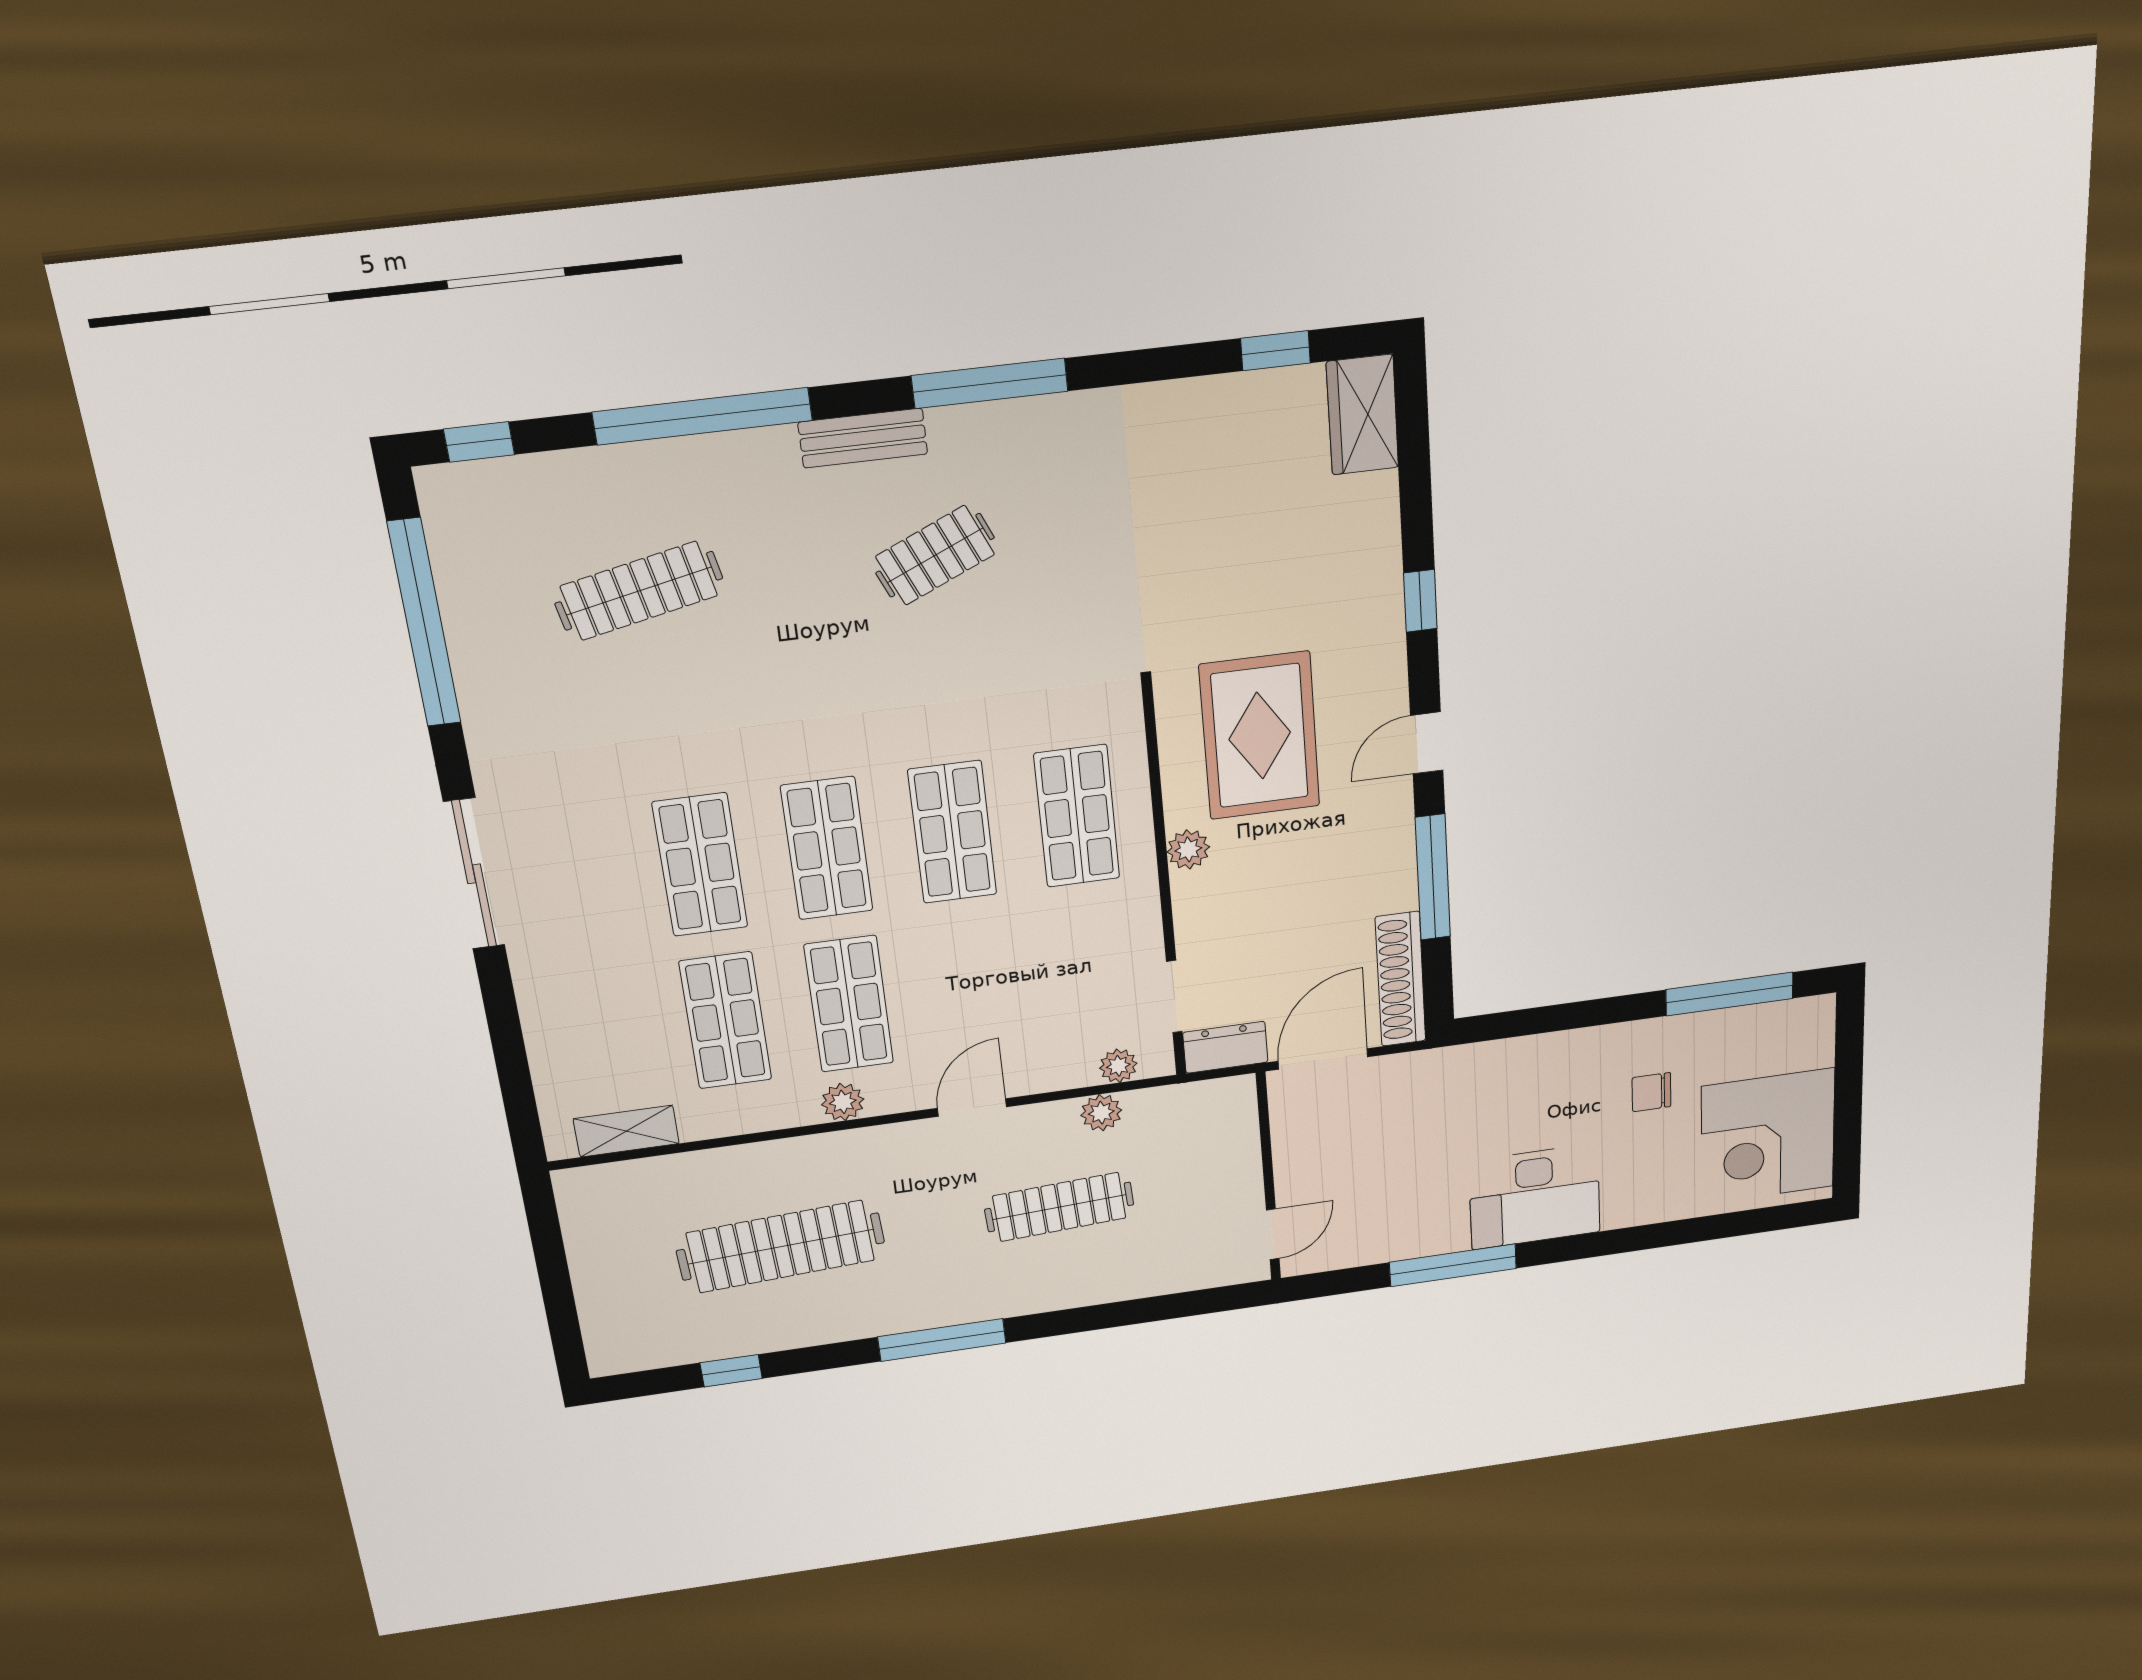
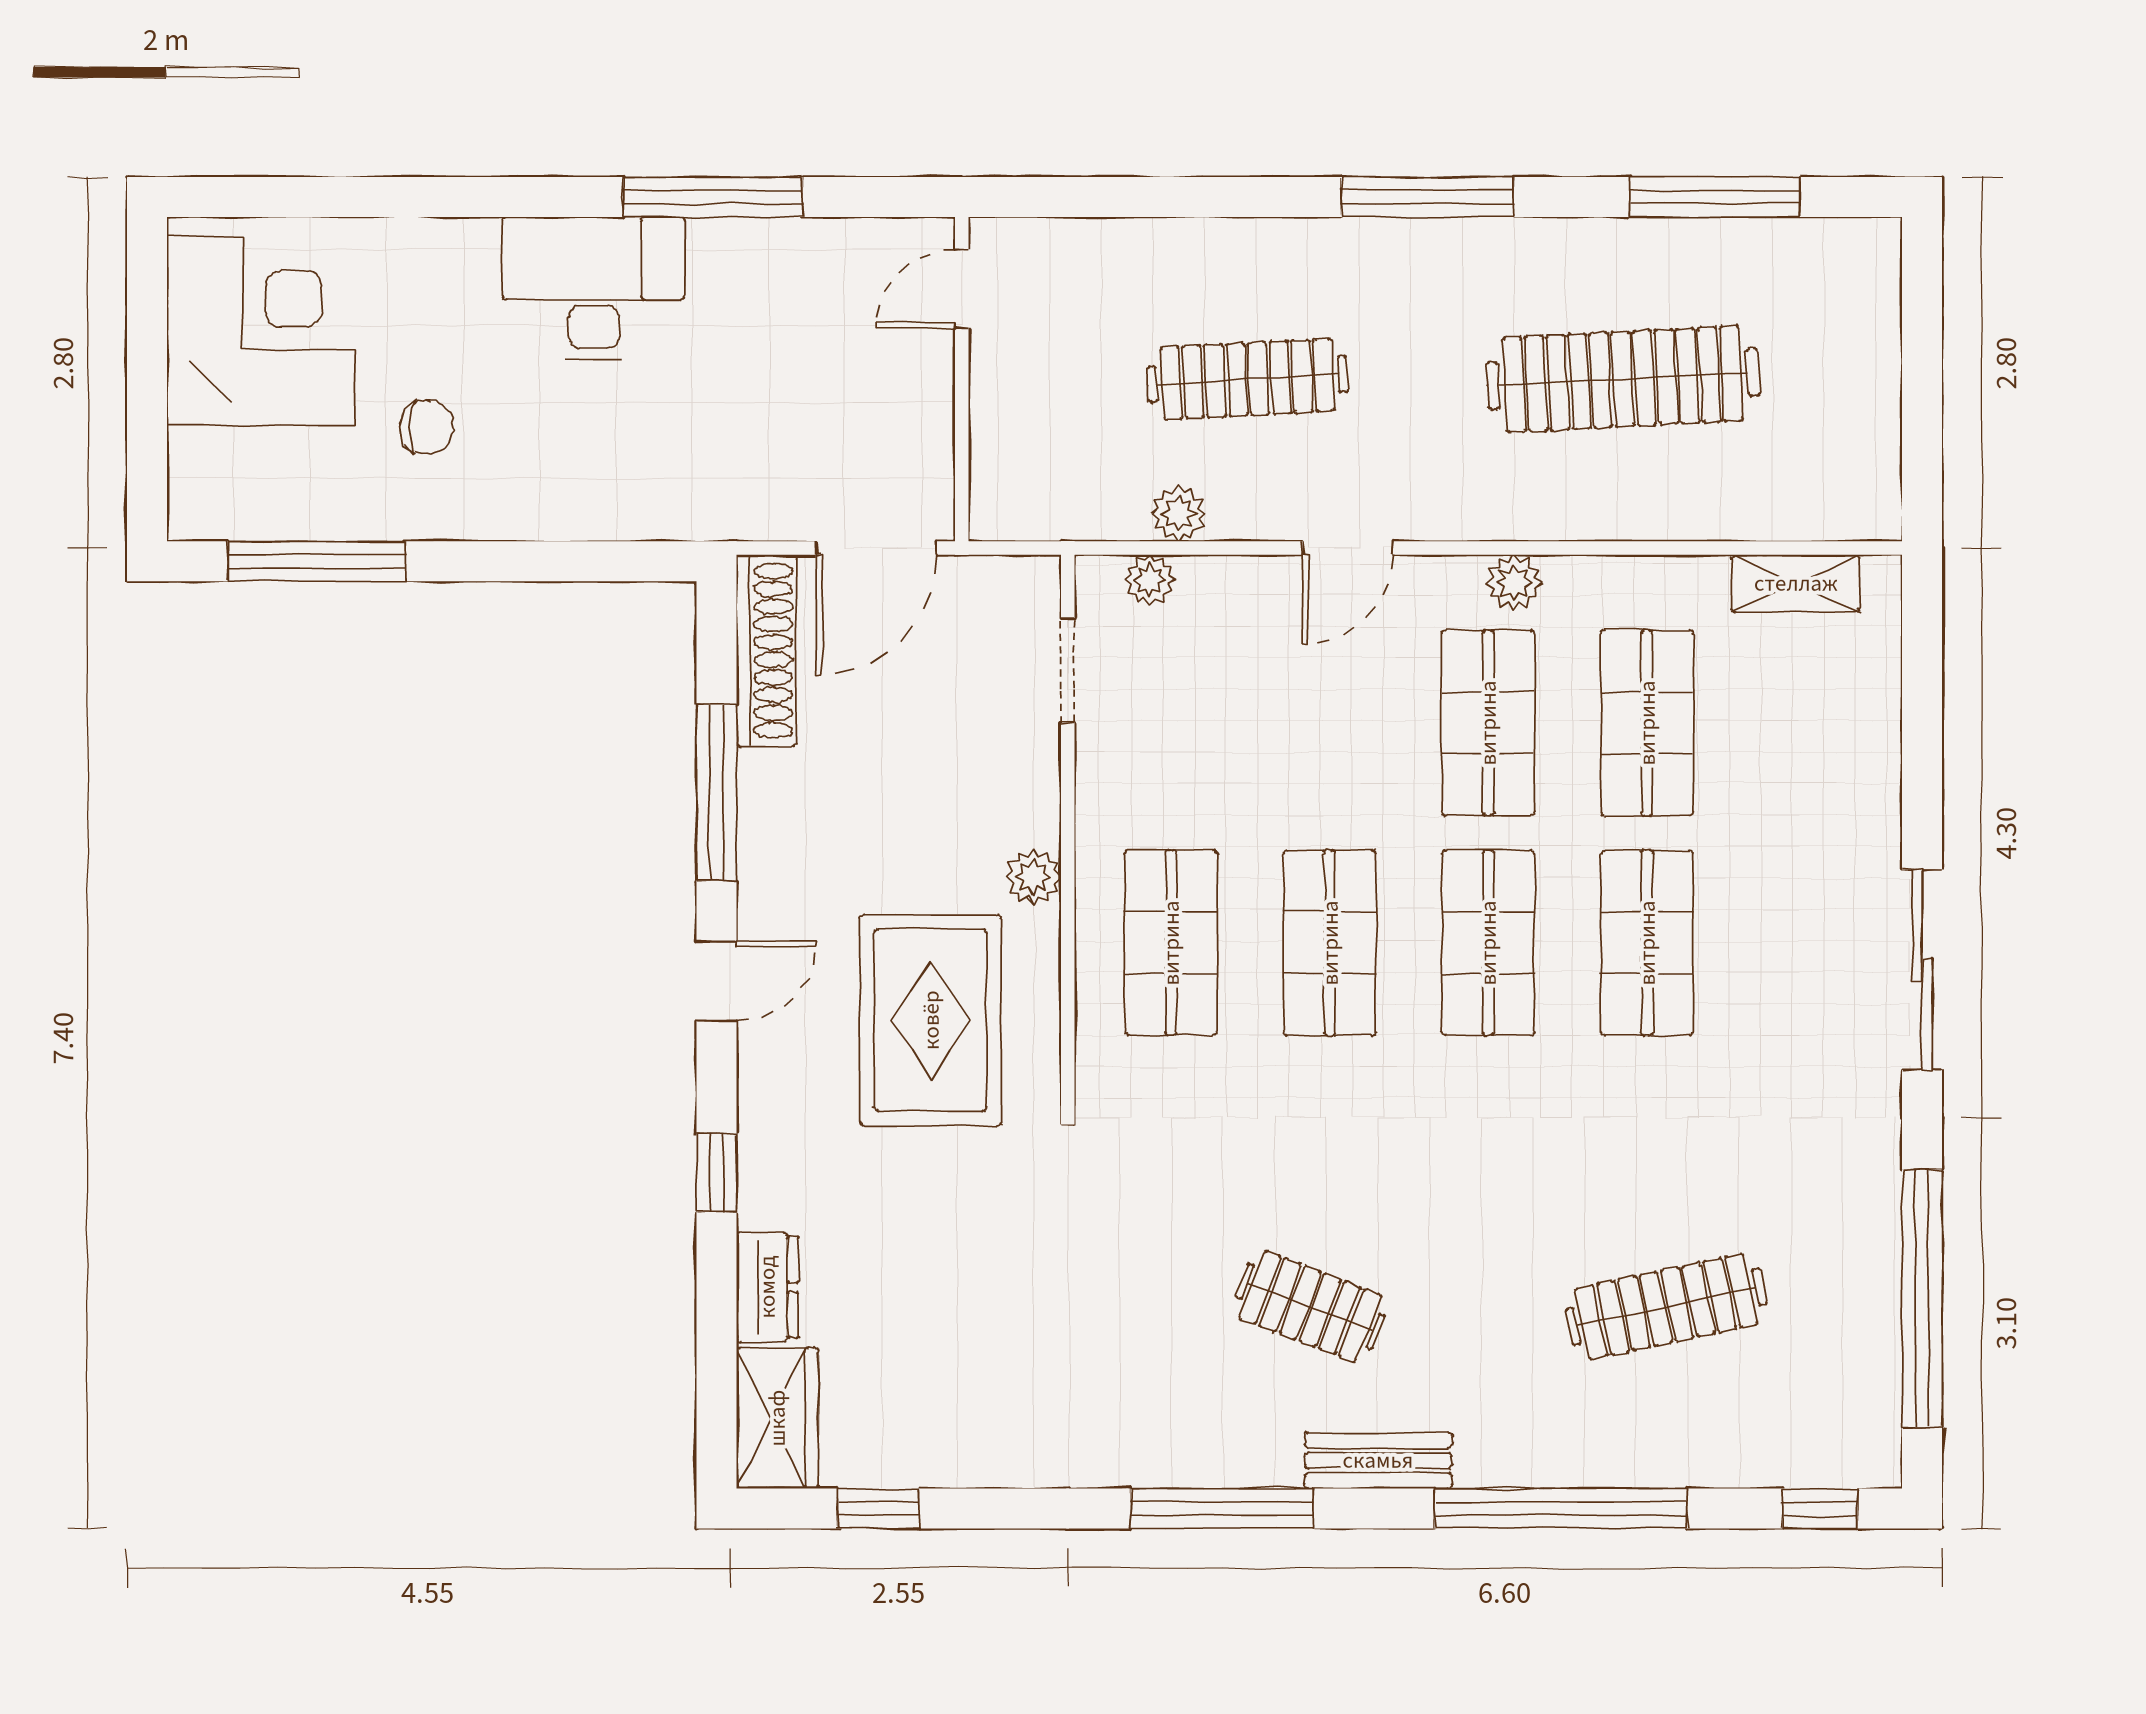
clothes rail: (935, 555) -> (1310, 1306), turned 45
dresser: (1225, 1047) -> (767, 1287), moved, turned -90
window: (731, 1371) -> (1715, 197), width x2.17

